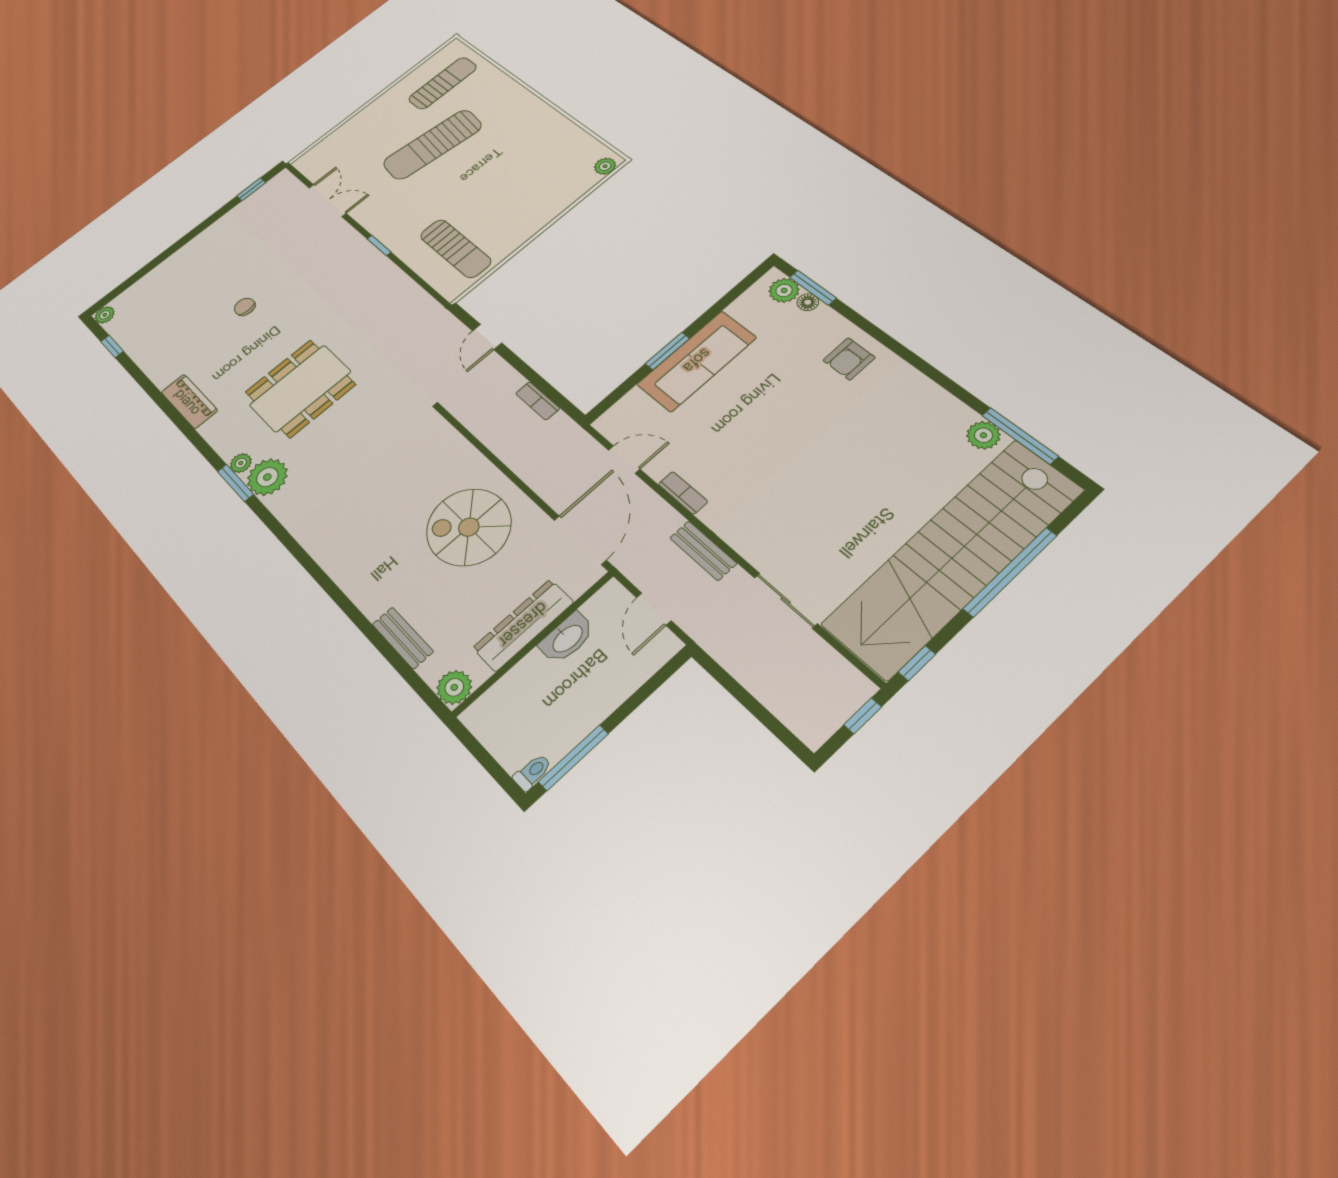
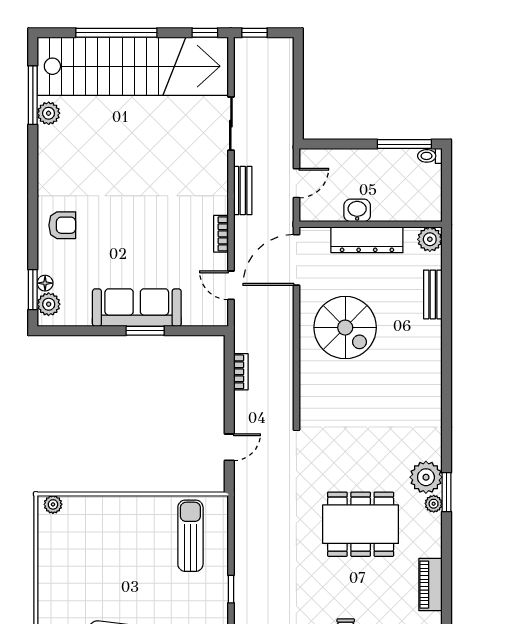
washbasin: (567, 638) -> (357, 210), width x0.72

